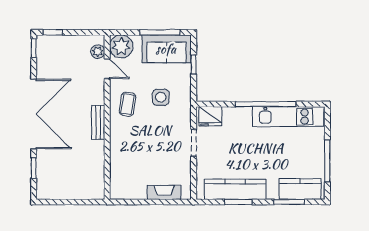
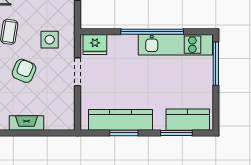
side table: (161, 97) -> (50, 40), moved
armchair: (142, 142) -> (24, 71), added
window: (327, 161) -> (216, 64), moved
fireplace: (164, 192) -> (26, 123), moved

